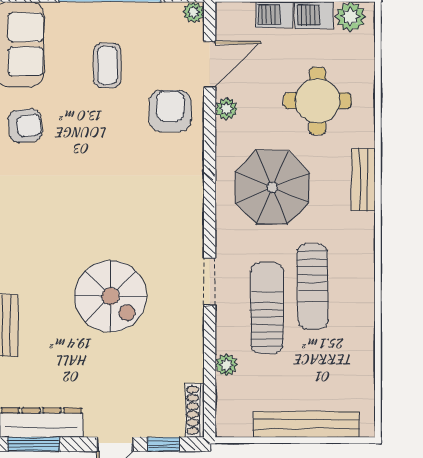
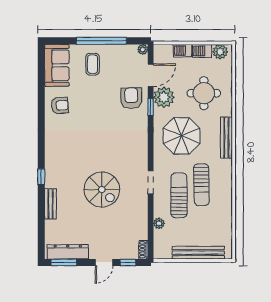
coffee table: (107, 65) -> (93, 64), moved
plant: (226, 109) -> (164, 97), width x1.87, depth x1.87
window: (210, 129) -> (151, 107), added
bench: (363, 180) -> (226, 138), width x1.36
shoe rack: (195, 410) -> (143, 250), width x0.70

